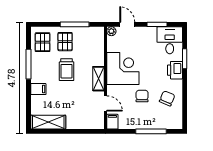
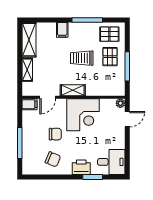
window: (157, 24) -> (127, 149), removed
pallet: (65, 42) -> (110, 57), turned 90
shelving: (78, 124) -> (27, 70), added

